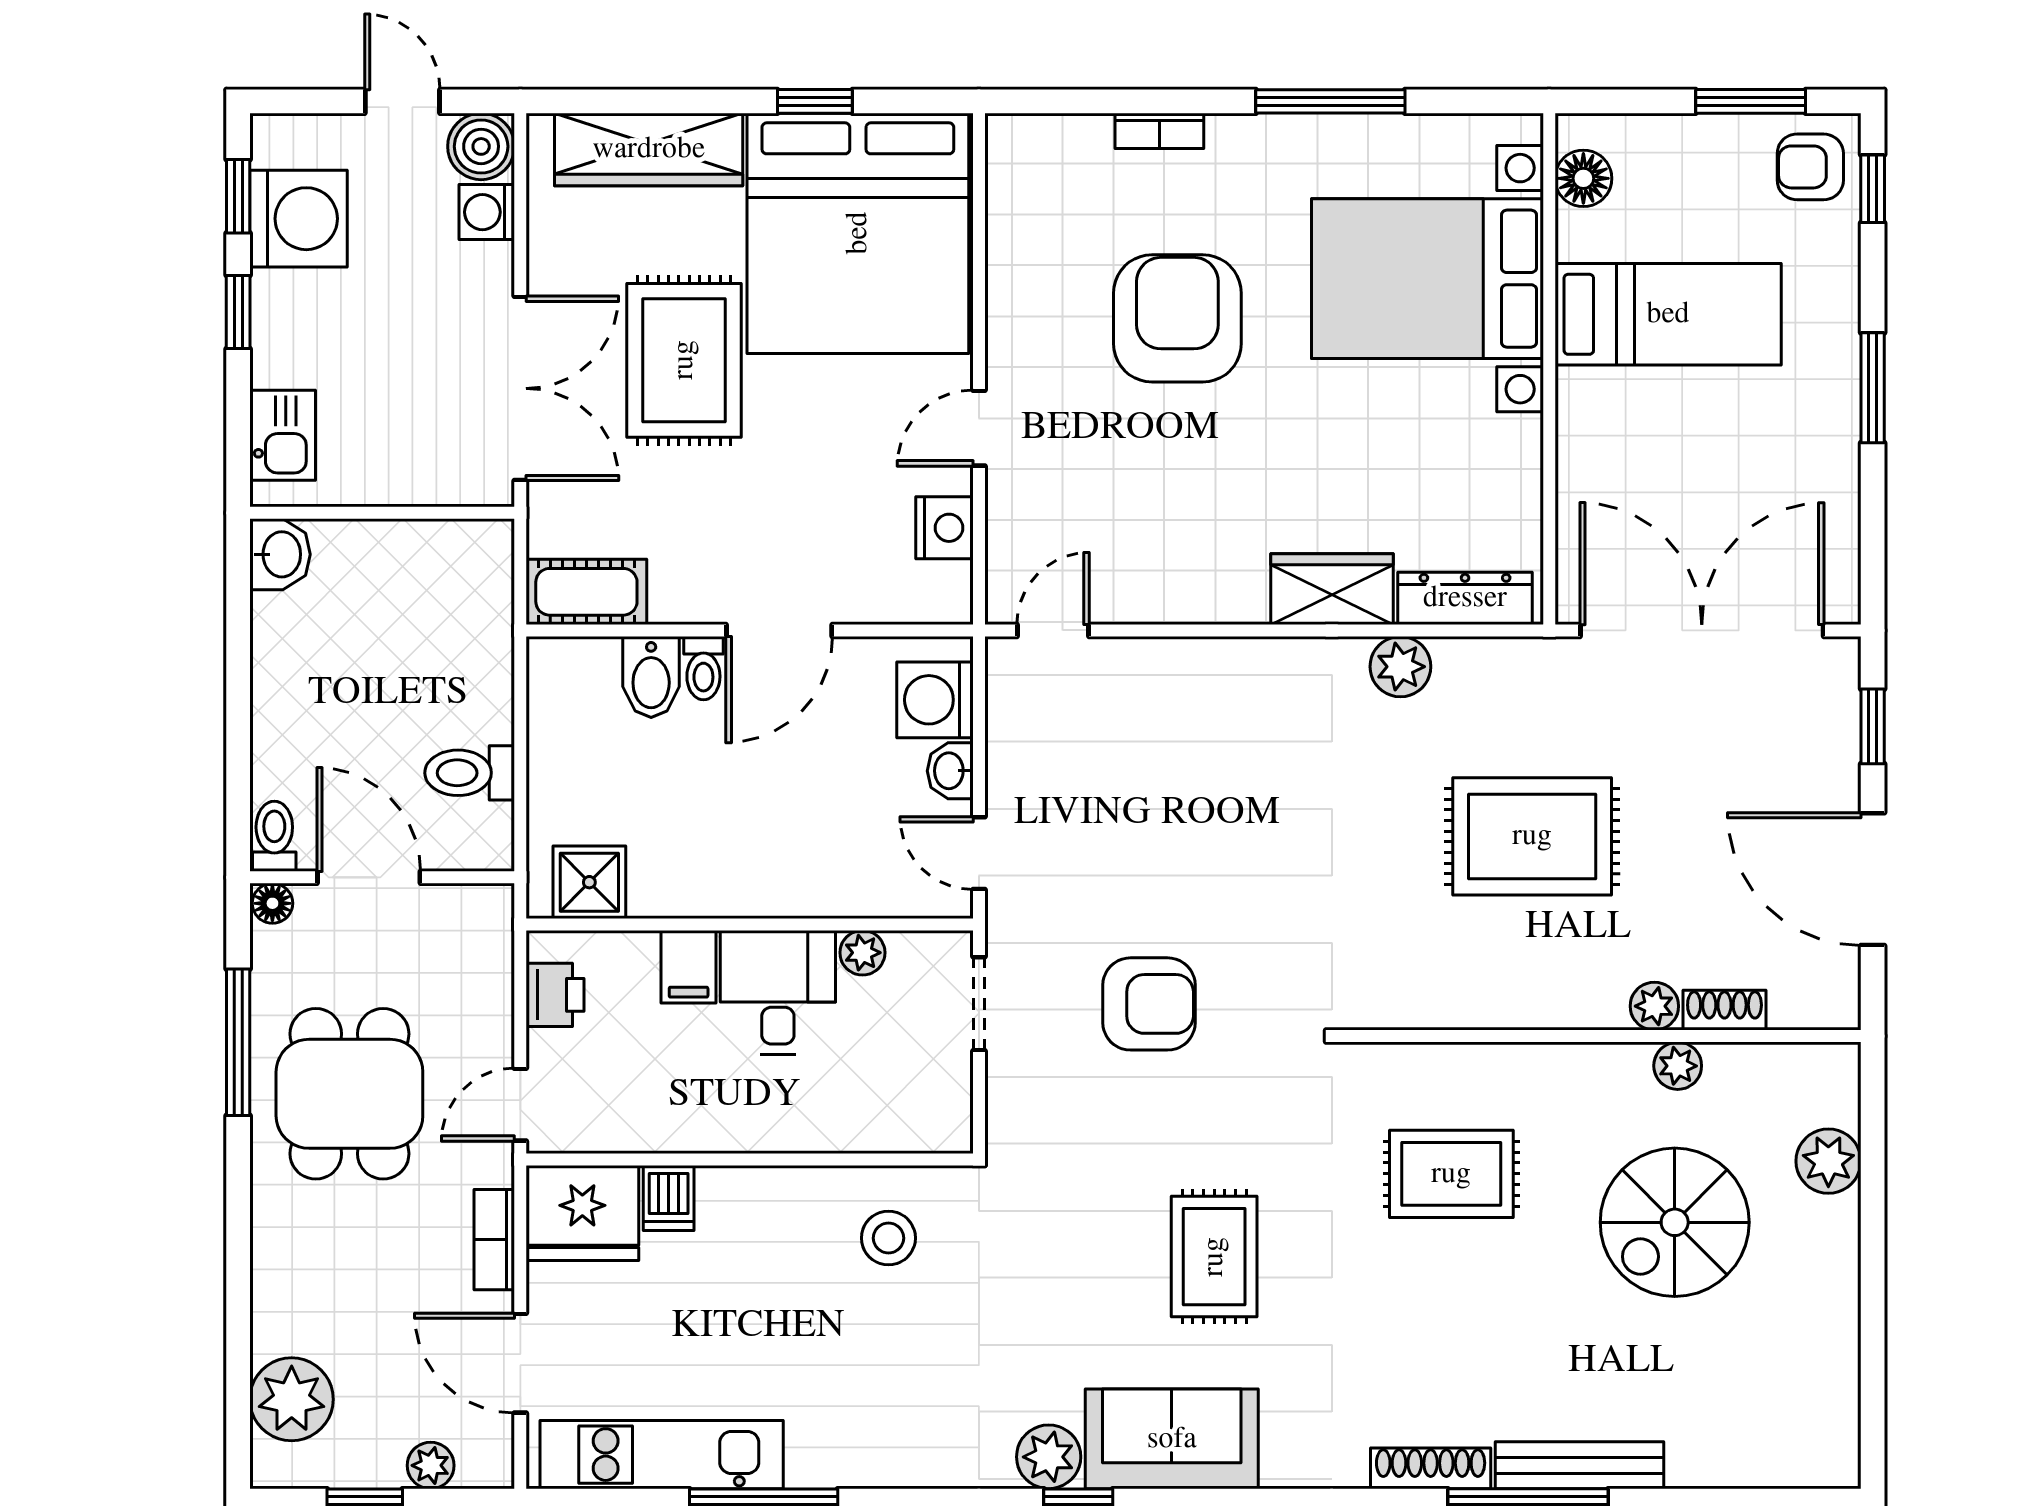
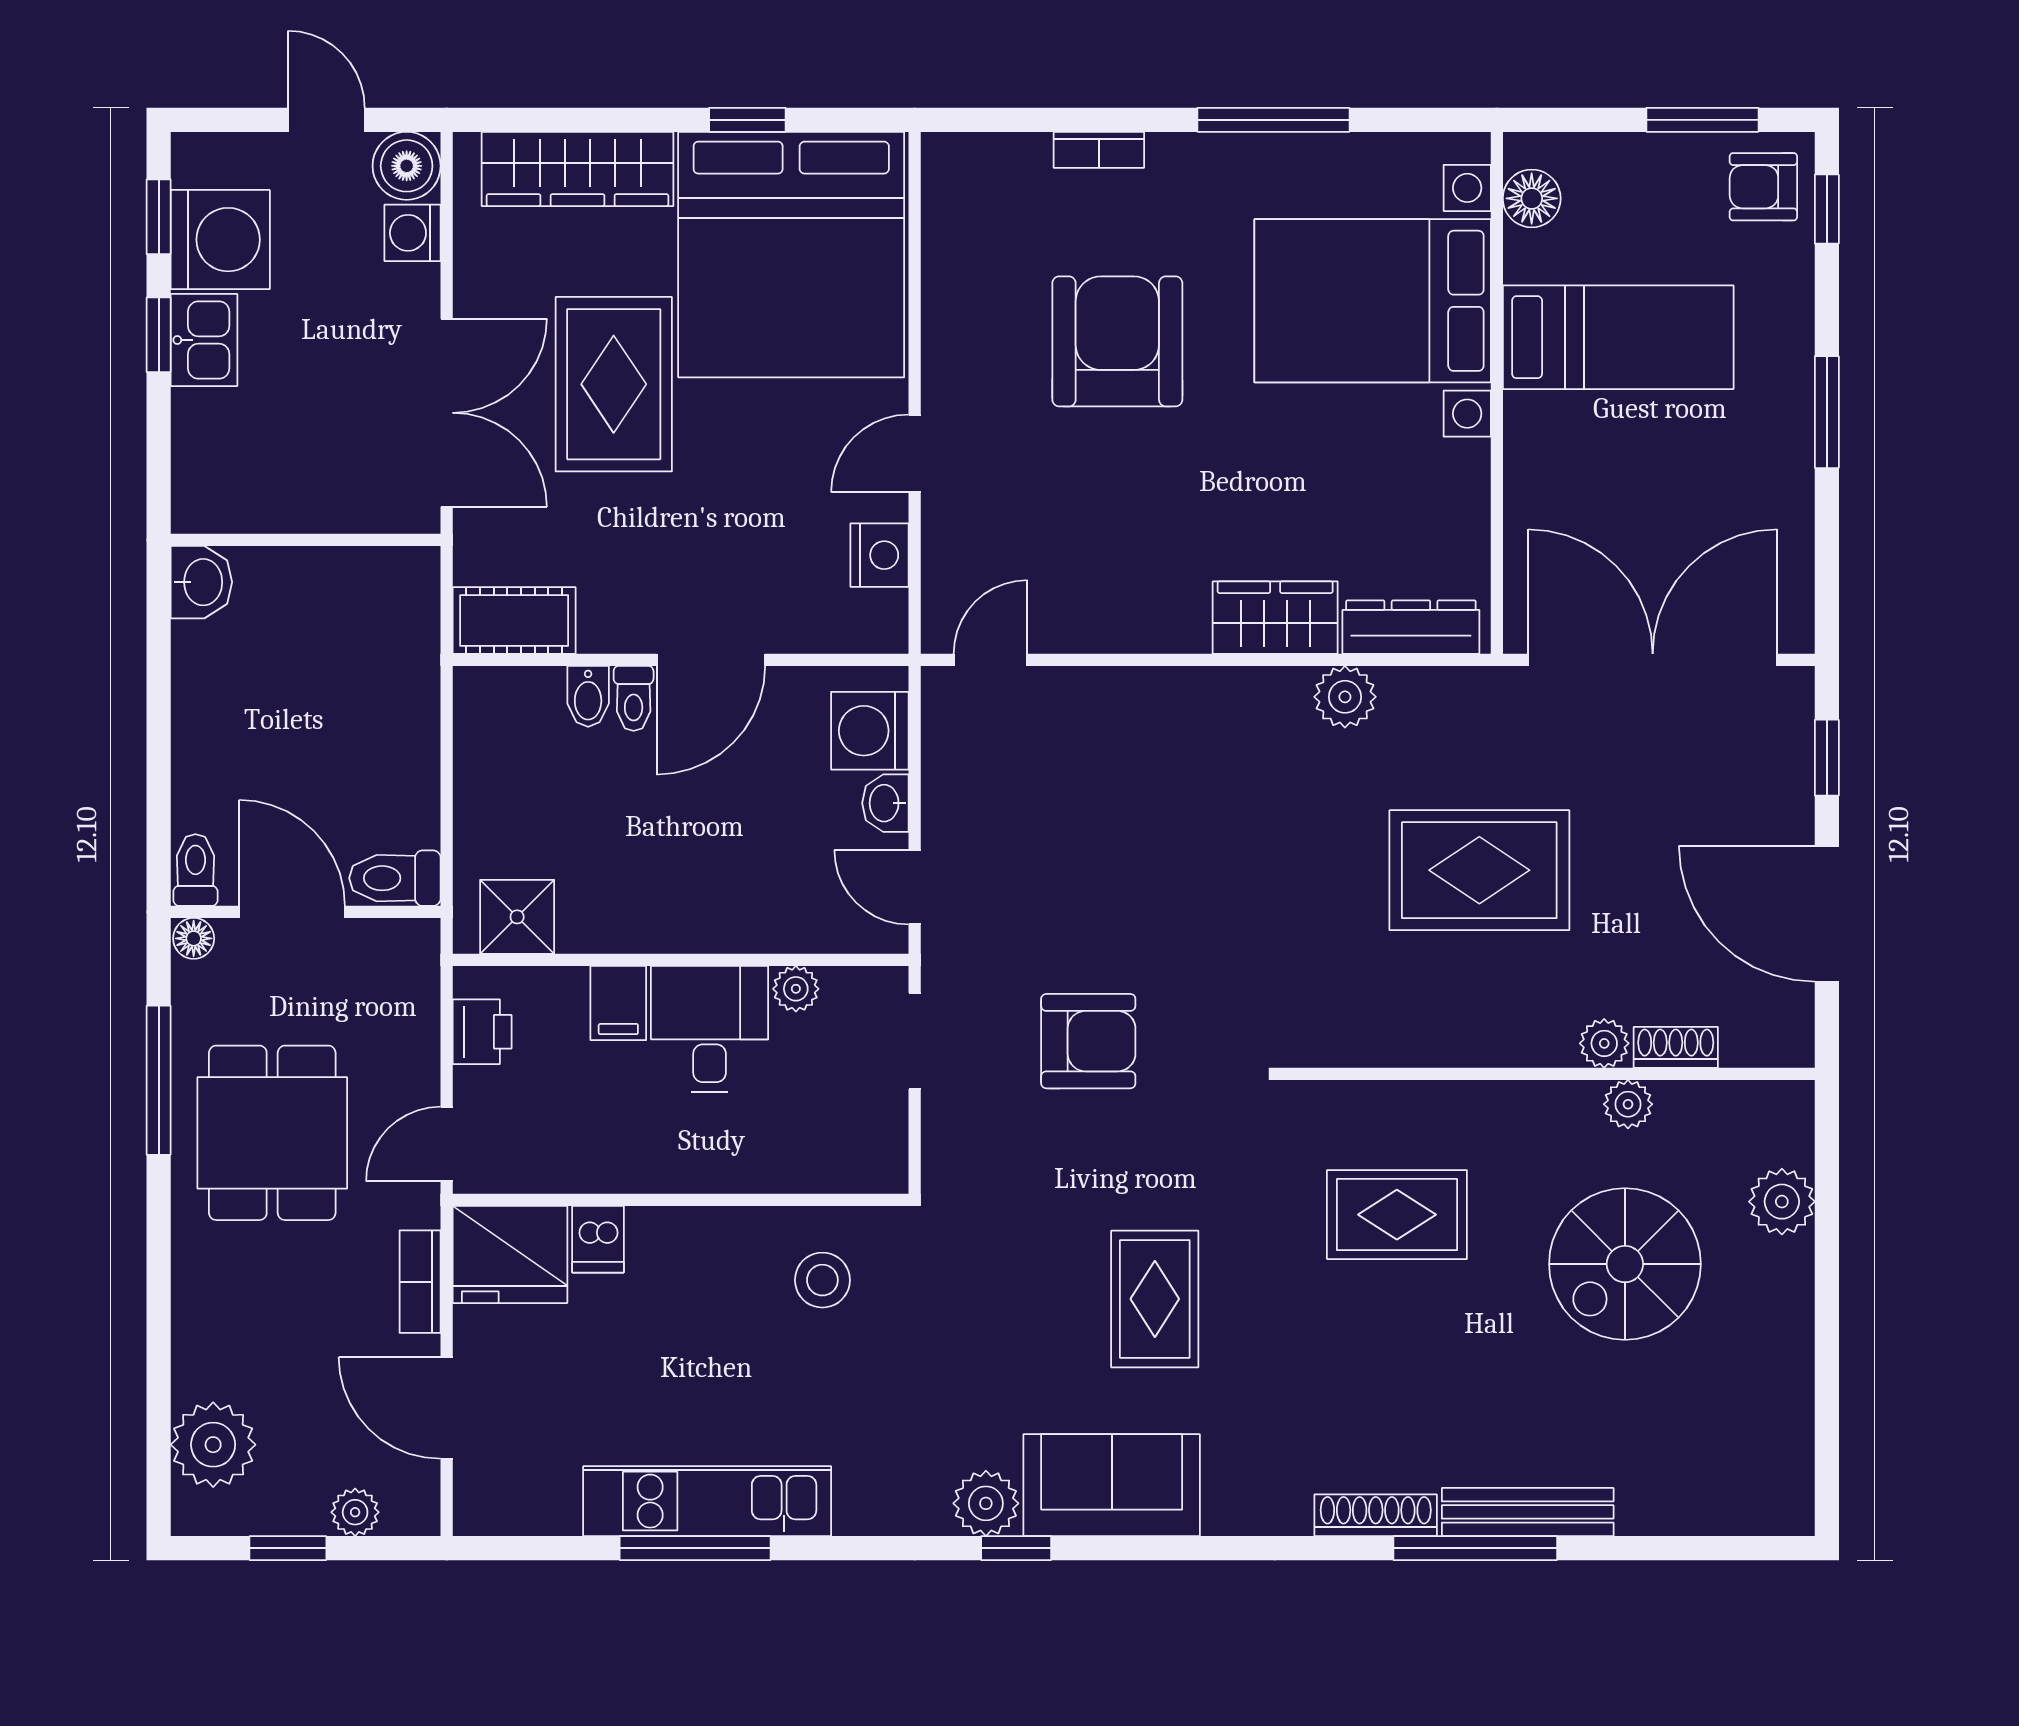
kitchen sink: (283, 435) -> (204, 340), moved
bidet: (651, 677) -> (588, 696), width x0.72, depth x0.74
toilet: (470, 773) -> (395, 878), moved
kitchen unit: (662, 1455) -> (707, 1501), moved

